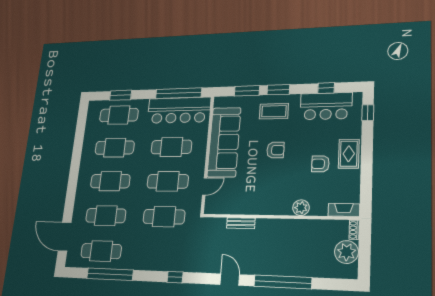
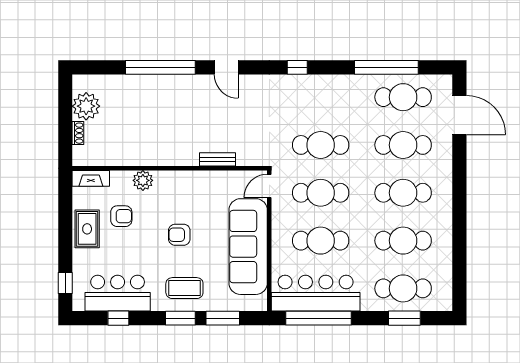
plant: (301, 208) -> (143, 180), moved
fireplace: (344, 210) -> (91, 178), moved
wall: (279, 217) -> (170, 168), moved
bench: (241, 223) -> (218, 159), moved

